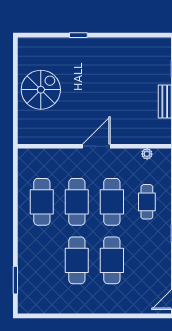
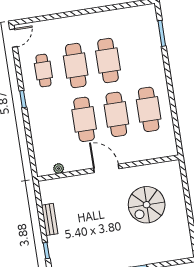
spiral stairs: (41, 90) -> (147, 205), moved
door: (96, 146) -> (106, 168), swing flipped
cafe table: (147, 202) -> (43, 70), moved

